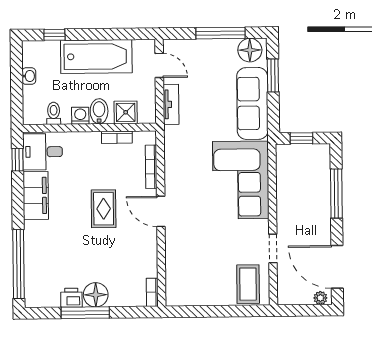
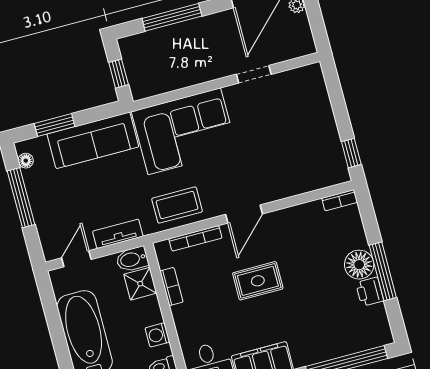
floor lamp: (250, 50) -> (26, 161), width x0.53, depth x0.53
bidet: (99, 111) -> (132, 259), moved
coffee table: (248, 284) -> (177, 205), moved
window: (188, 312) -> (351, 153), added

